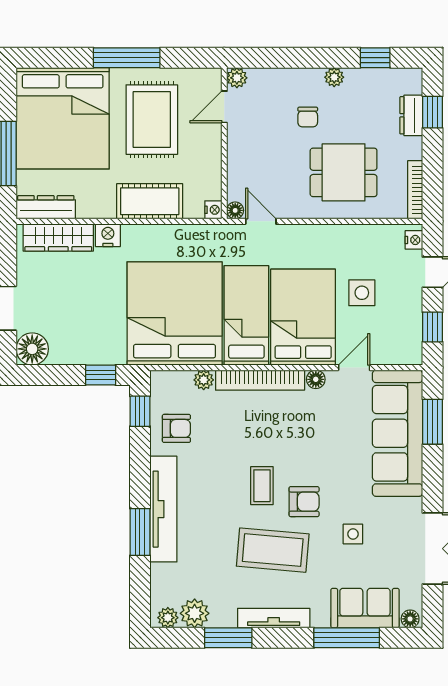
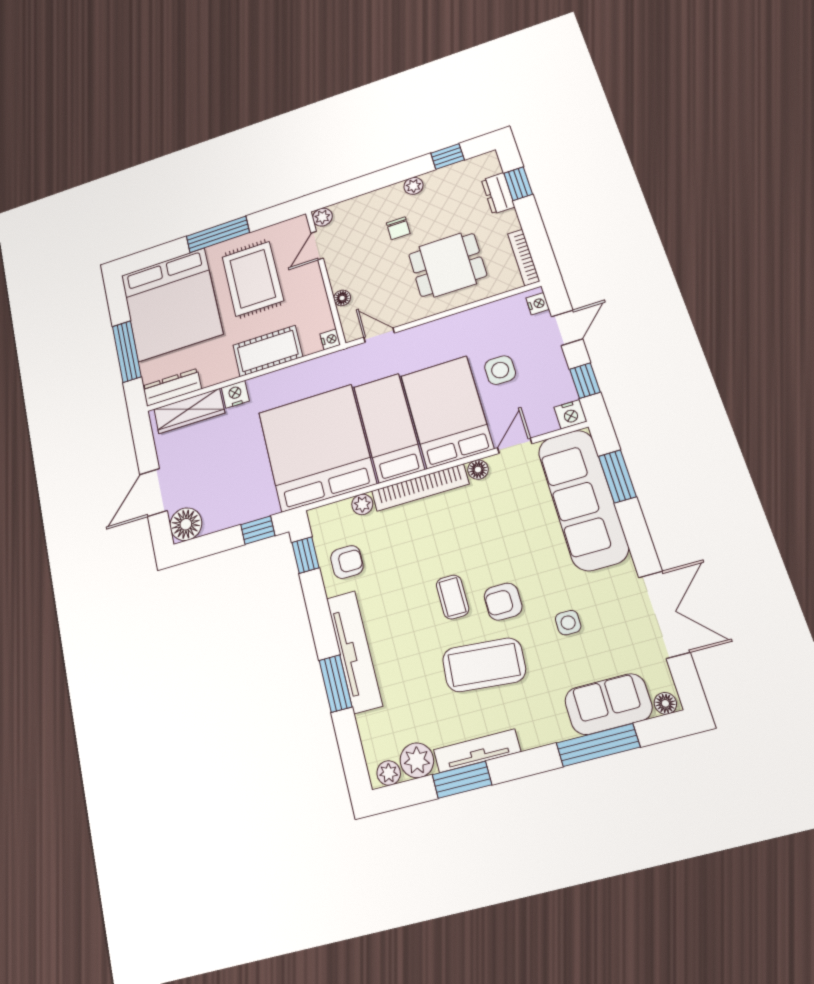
floor lamp: (235, 210) -> (342, 298), moved
nightstand: (411, 354) -> (570, 414), added
armchair: (304, 502) -> (503, 602), turned 180
tv unit: (274, 618) -> (477, 751), moved

